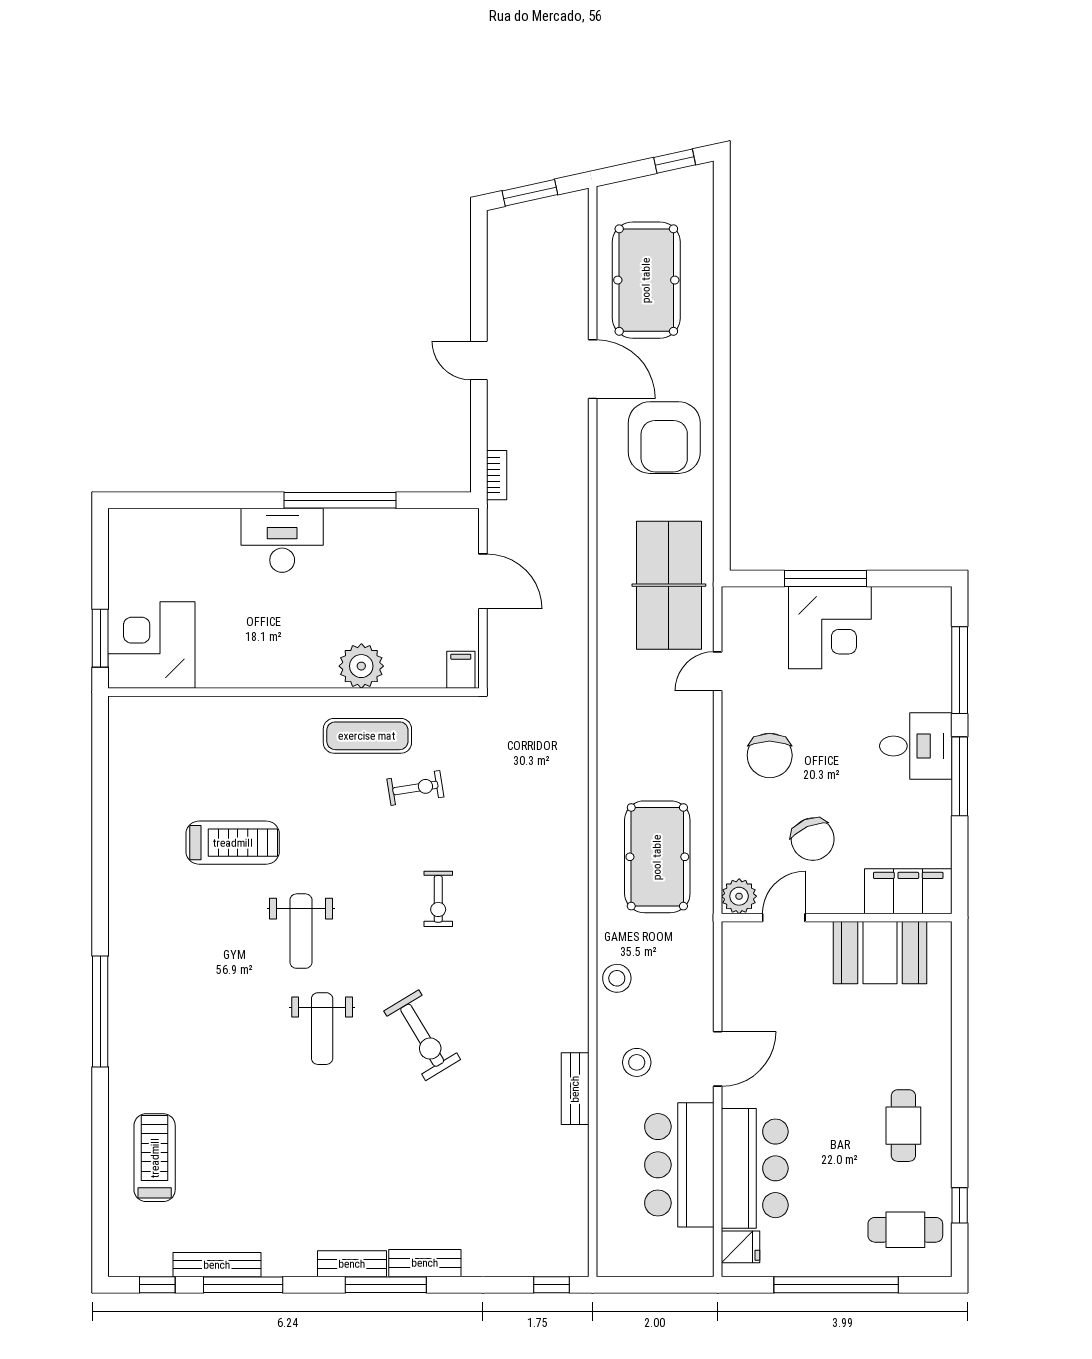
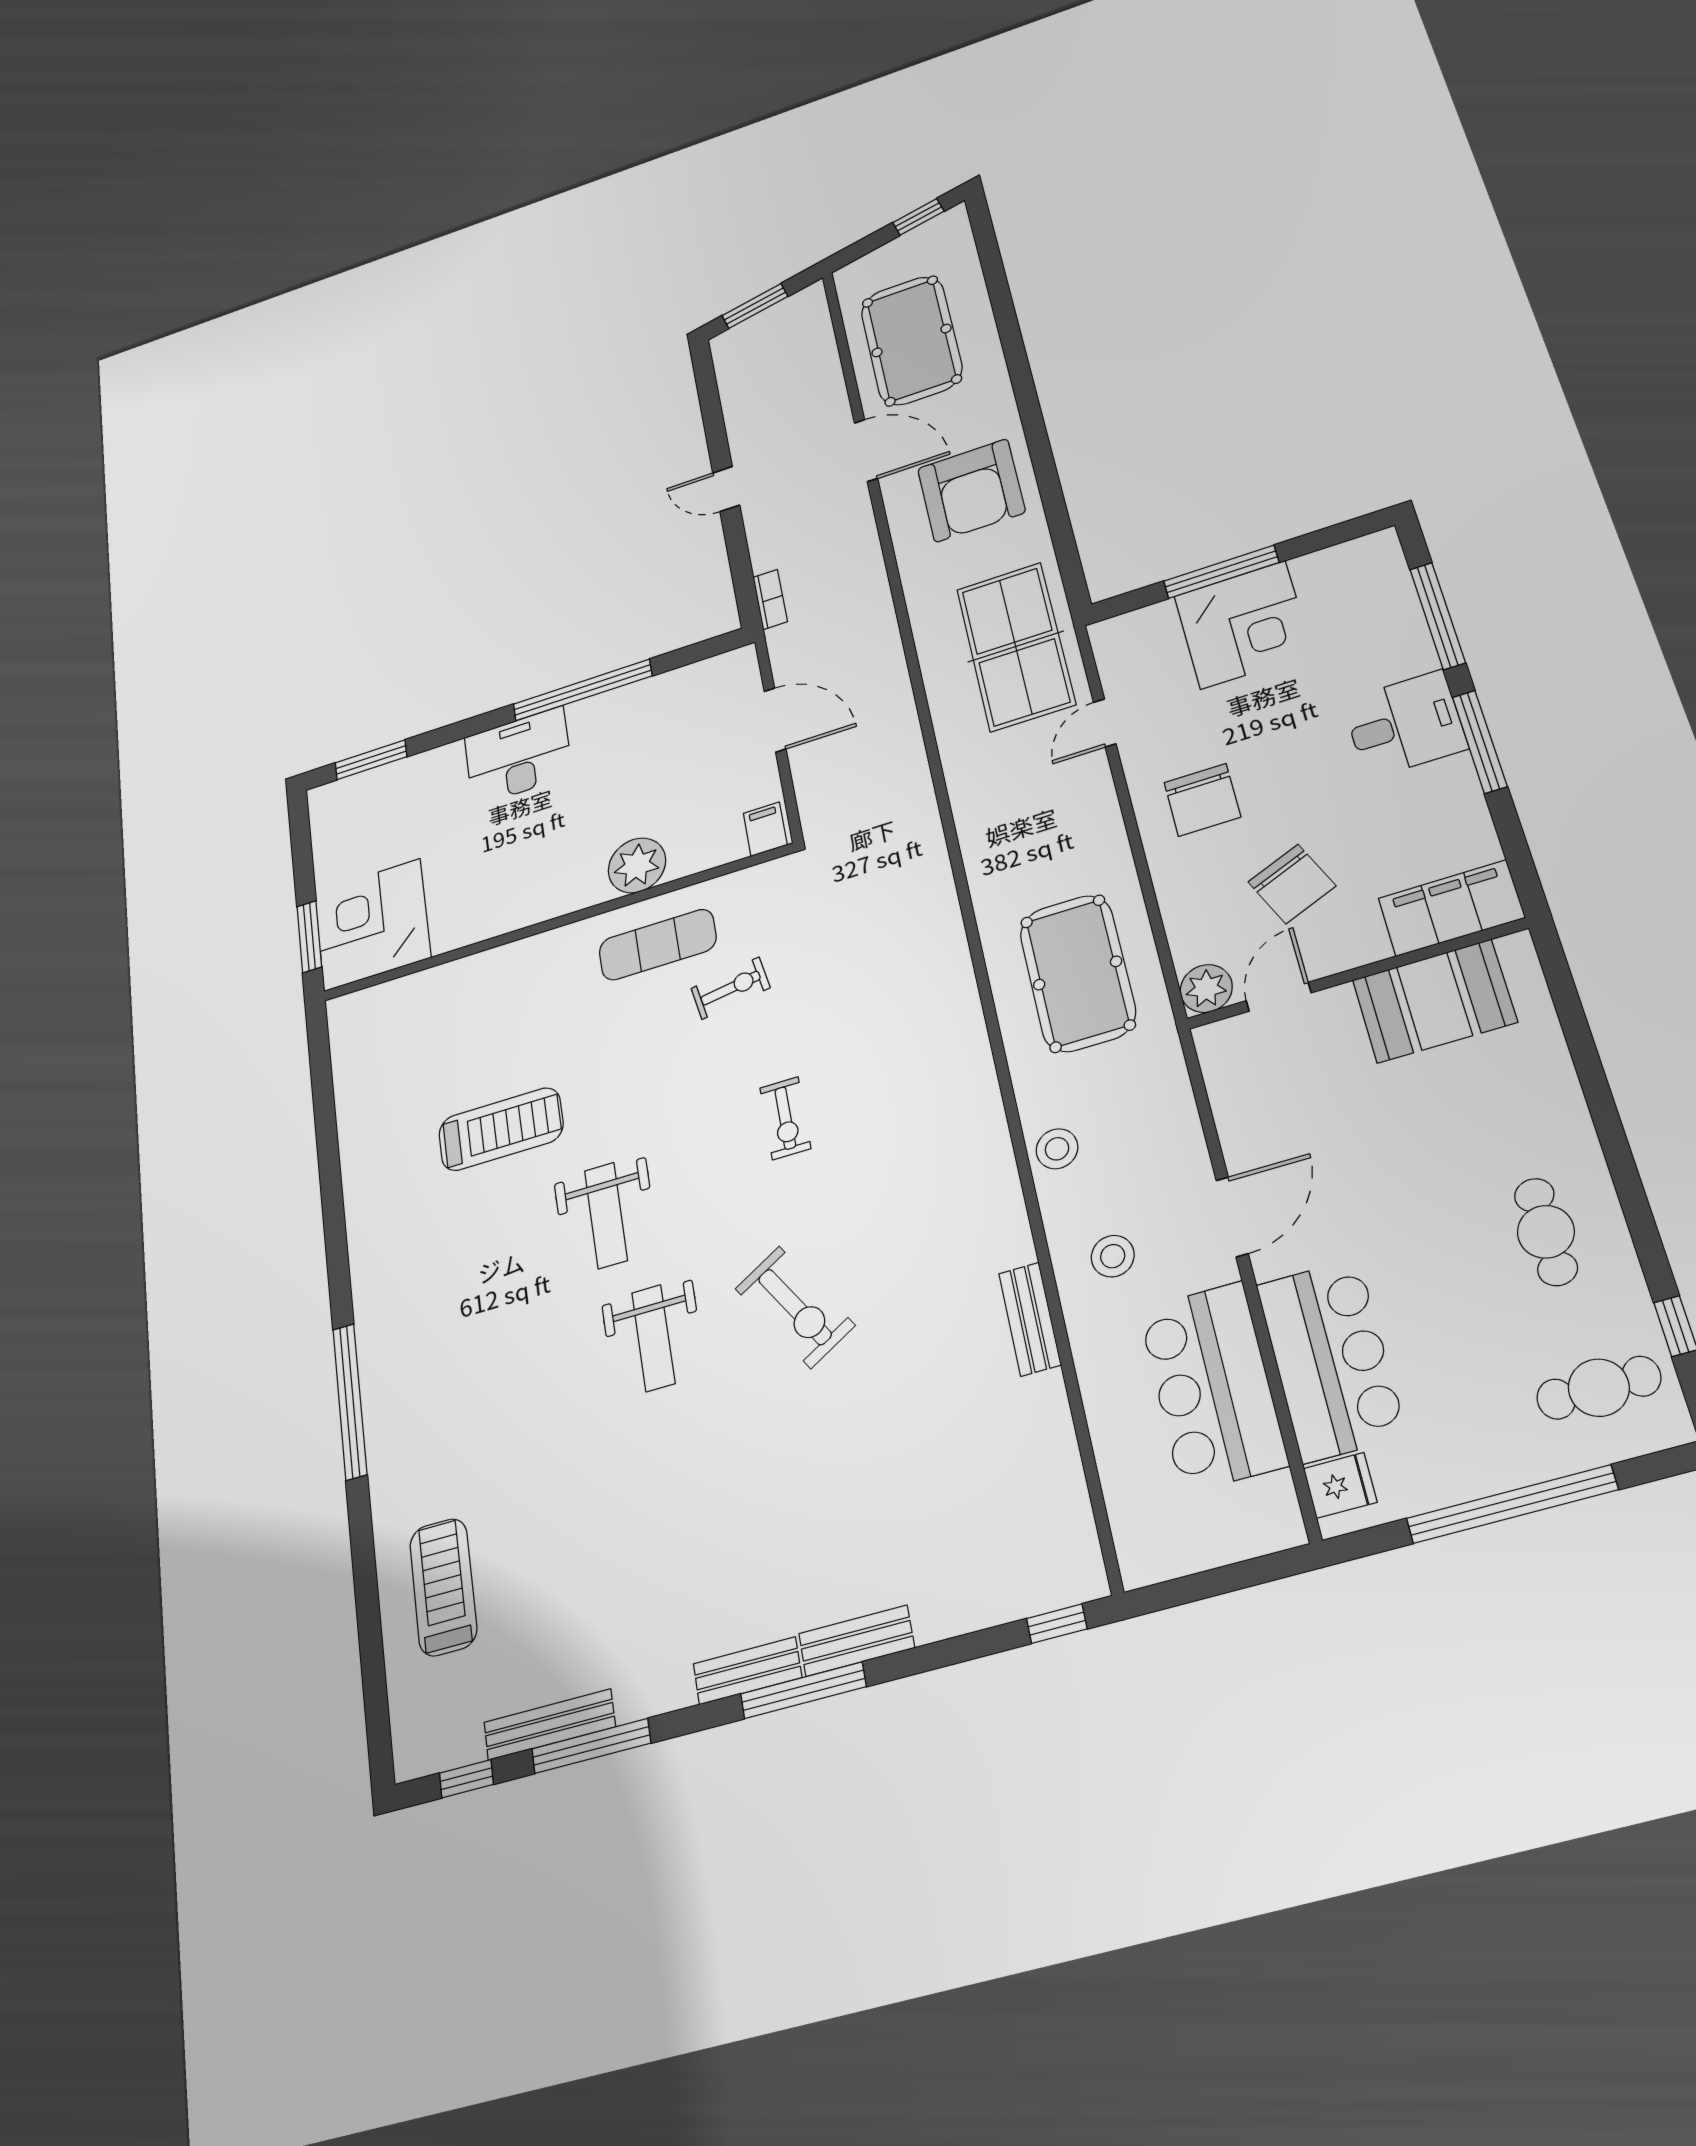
window: (164, 500) -> (371, 760), added

